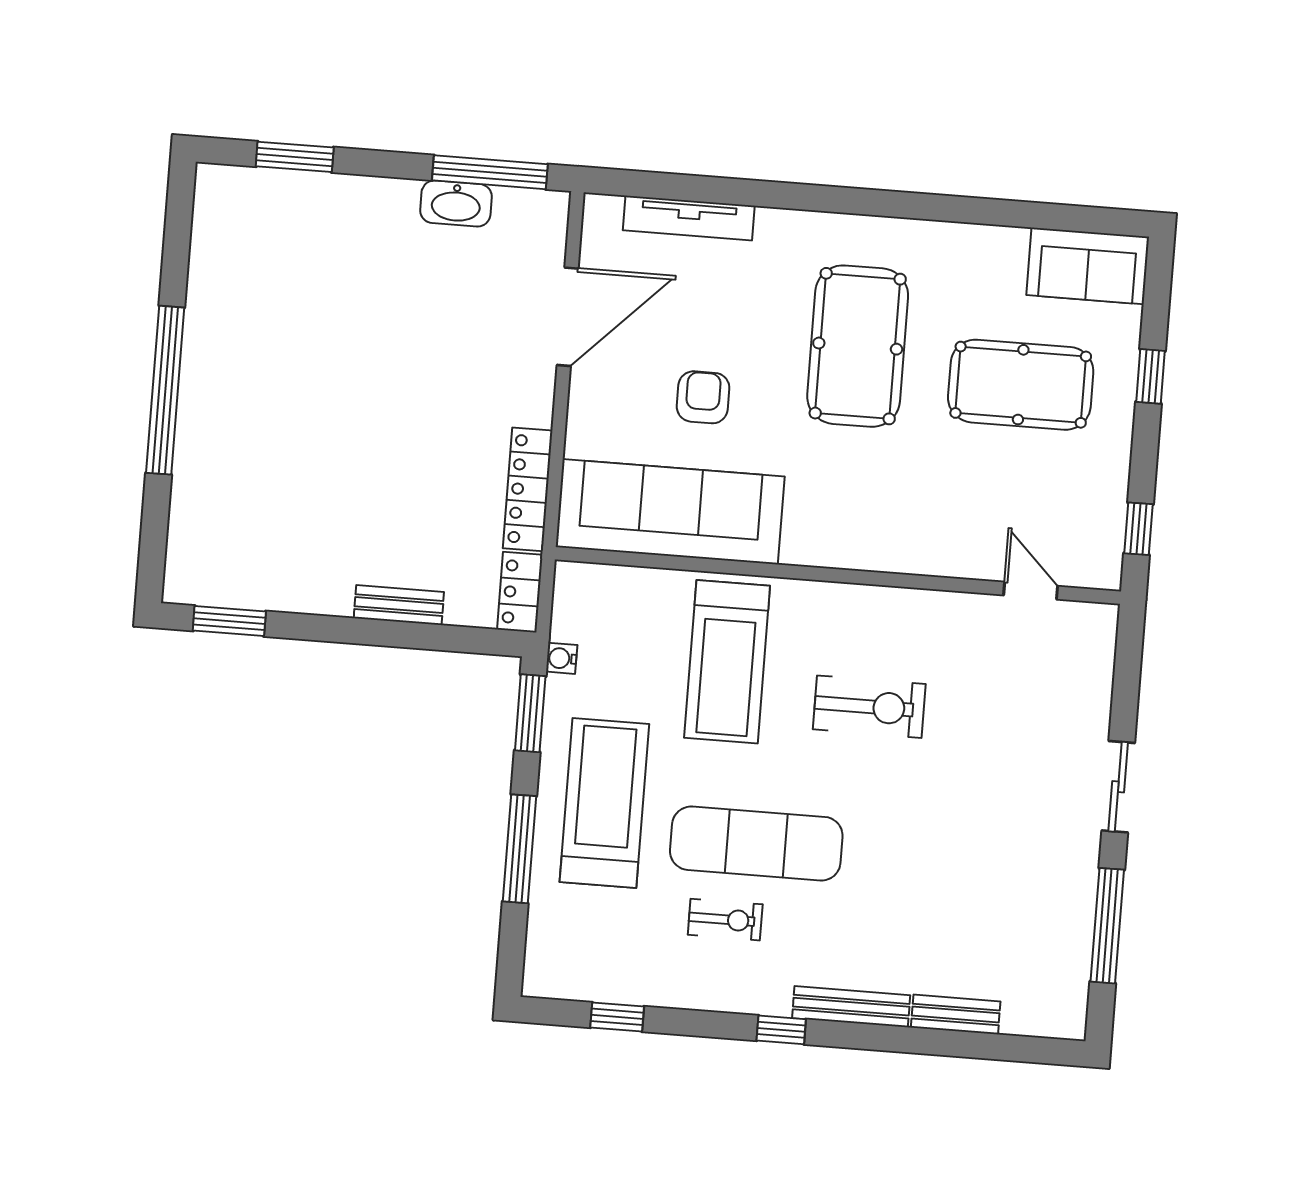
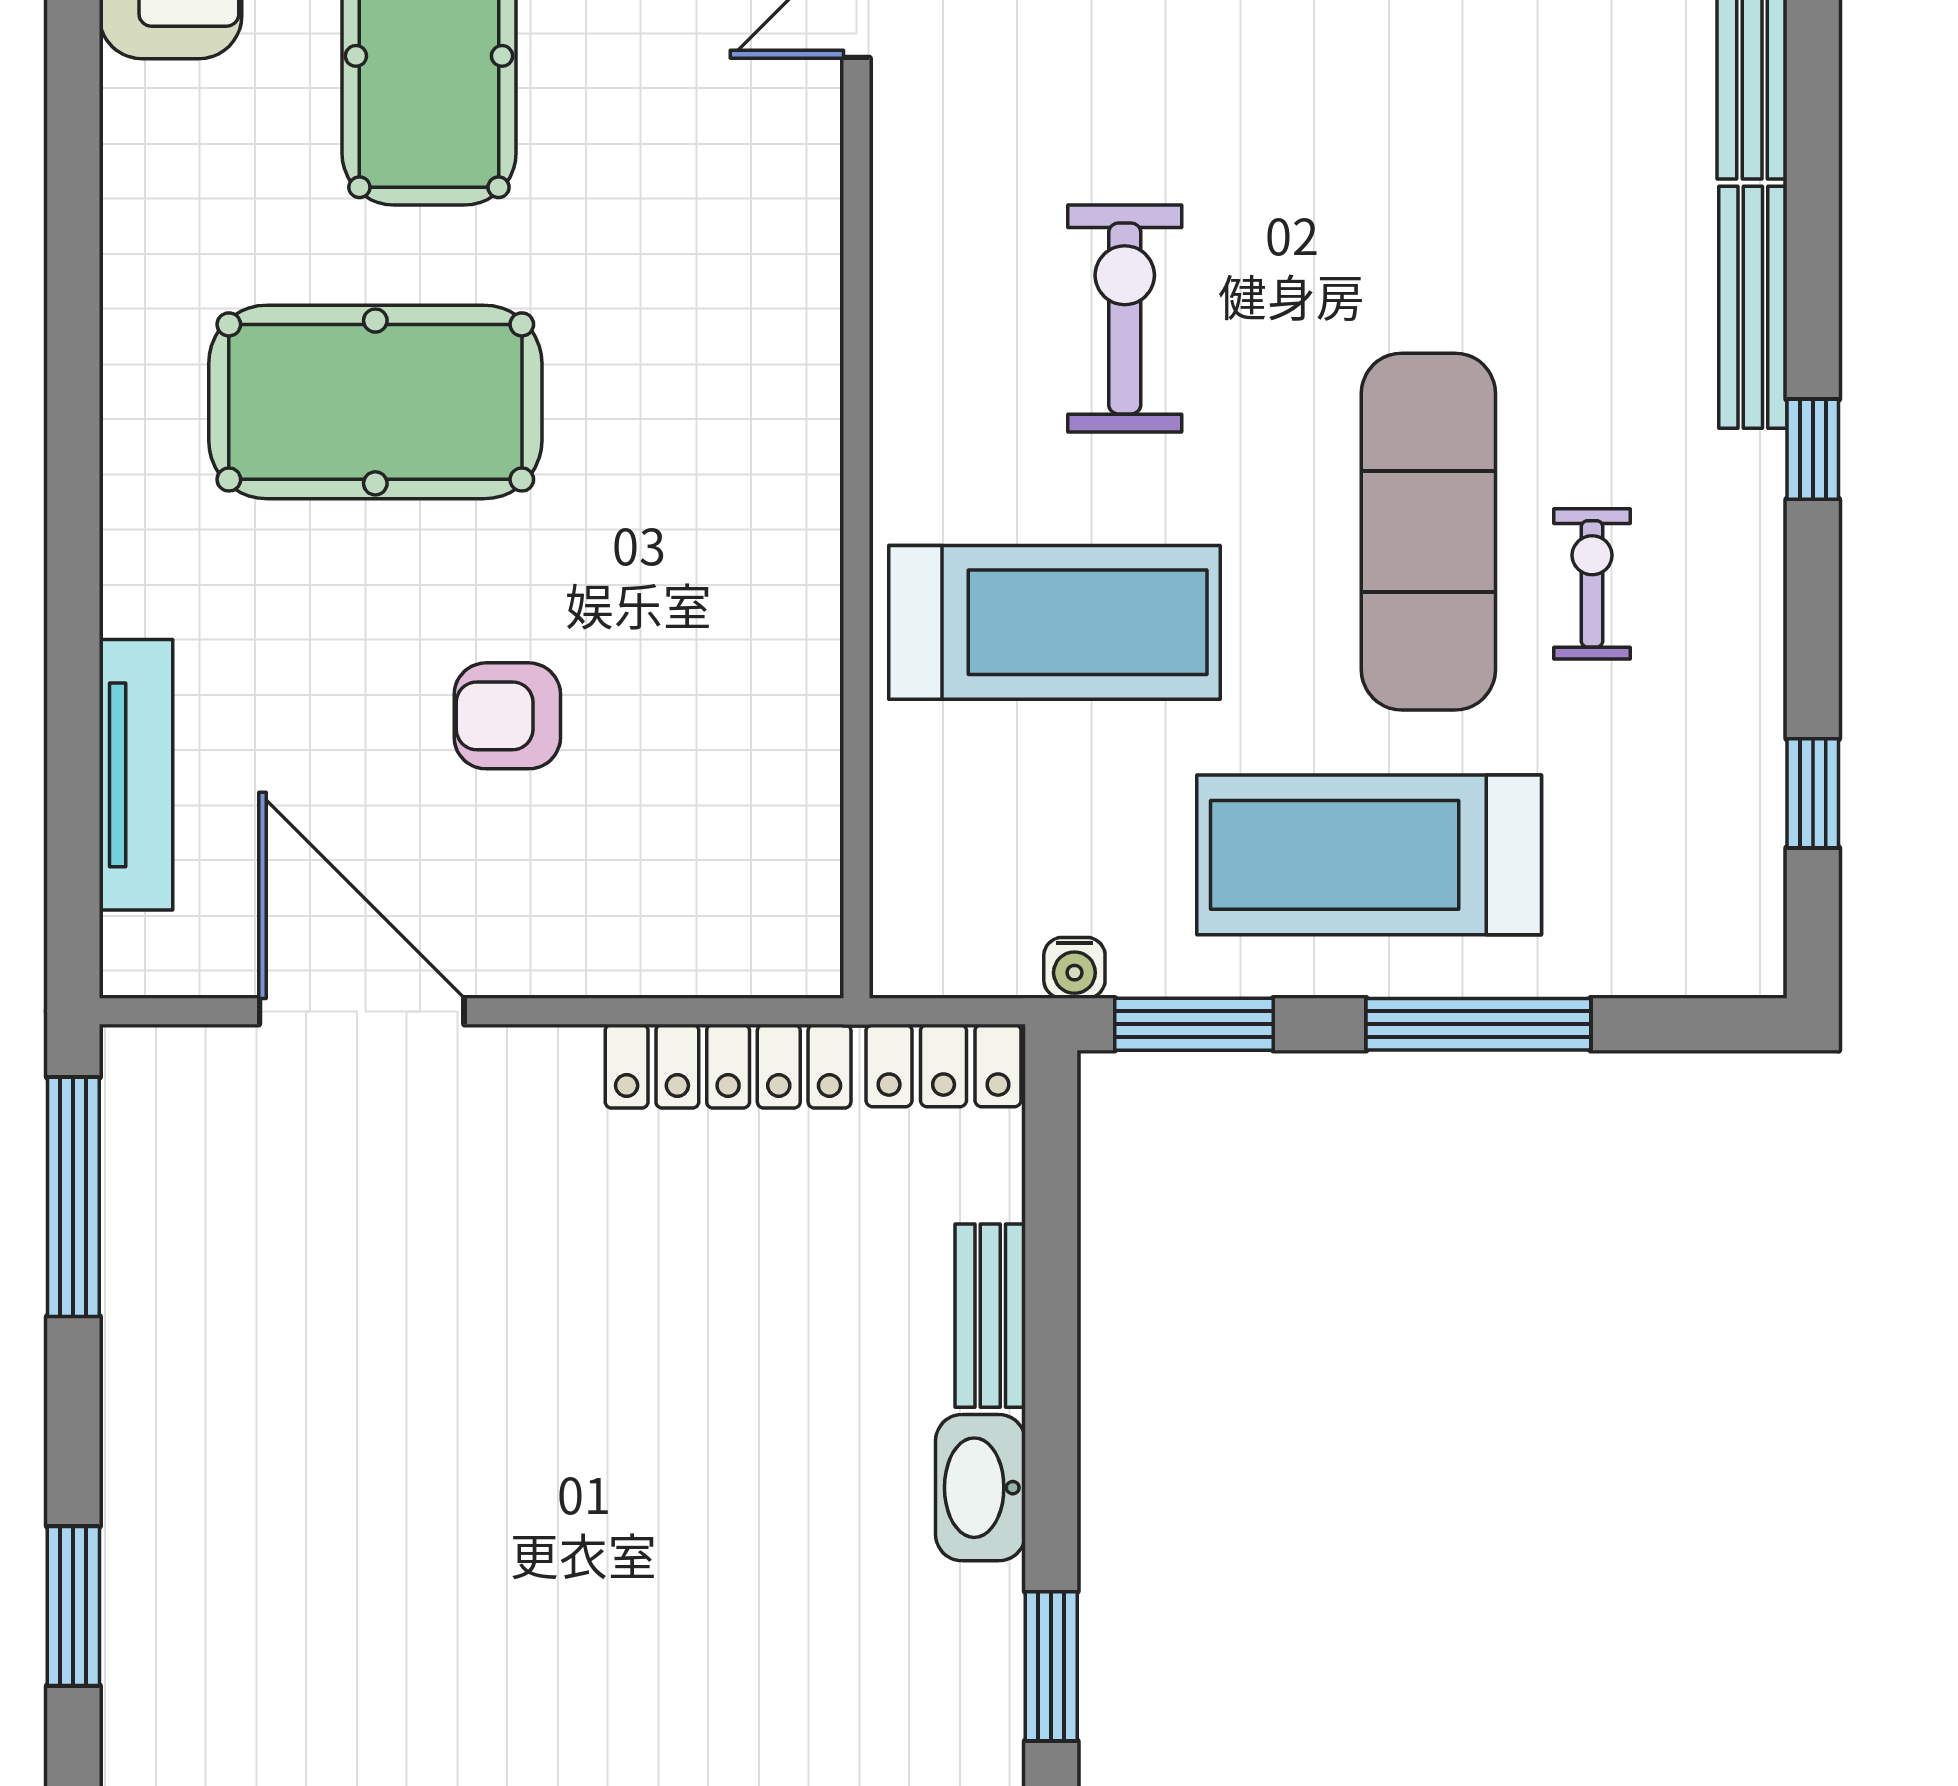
washbasin: (456, 204) -> (980, 1488), moved, turned 180
sofa: (670, 512) -> (751, 766), removed

